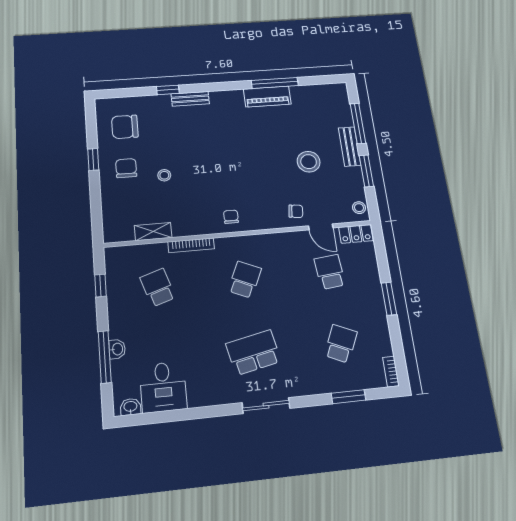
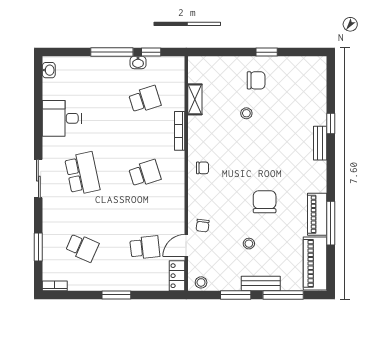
piano: (320, 95) -> (315, 263), added
chair: (125, 127) -> (265, 202), moved
stool: (309, 162) -> (249, 244), width x0.53, depth x0.53
school desk: (245, 280) -> (145, 173), turned -42
washbasin: (117, 349) -> (138, 62), moved
window: (105, 357) -> (112, 52), moved
desk: (163, 387) -> (62, 118), moved

